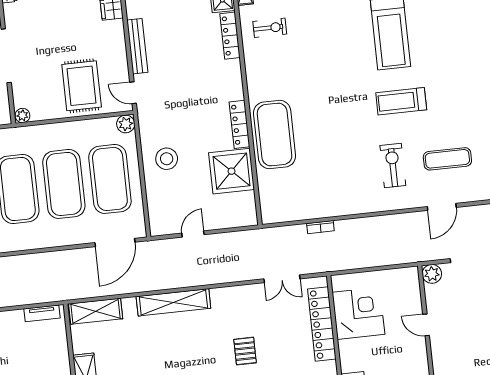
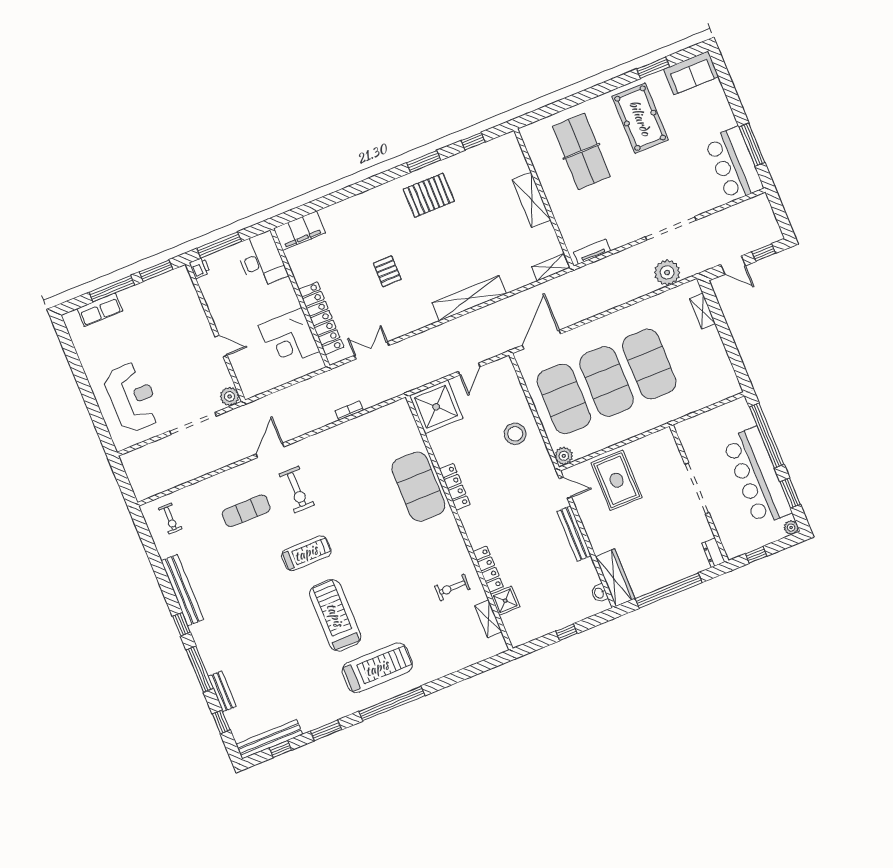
plant: (22, 115) -> (665, 436), removed
shower: (232, 171) -> (436, 407), moved
door: (442, 207) -> (270, 450), moved
shelving: (96, 311) -> (550, 267), width x0.67, depth x0.75

